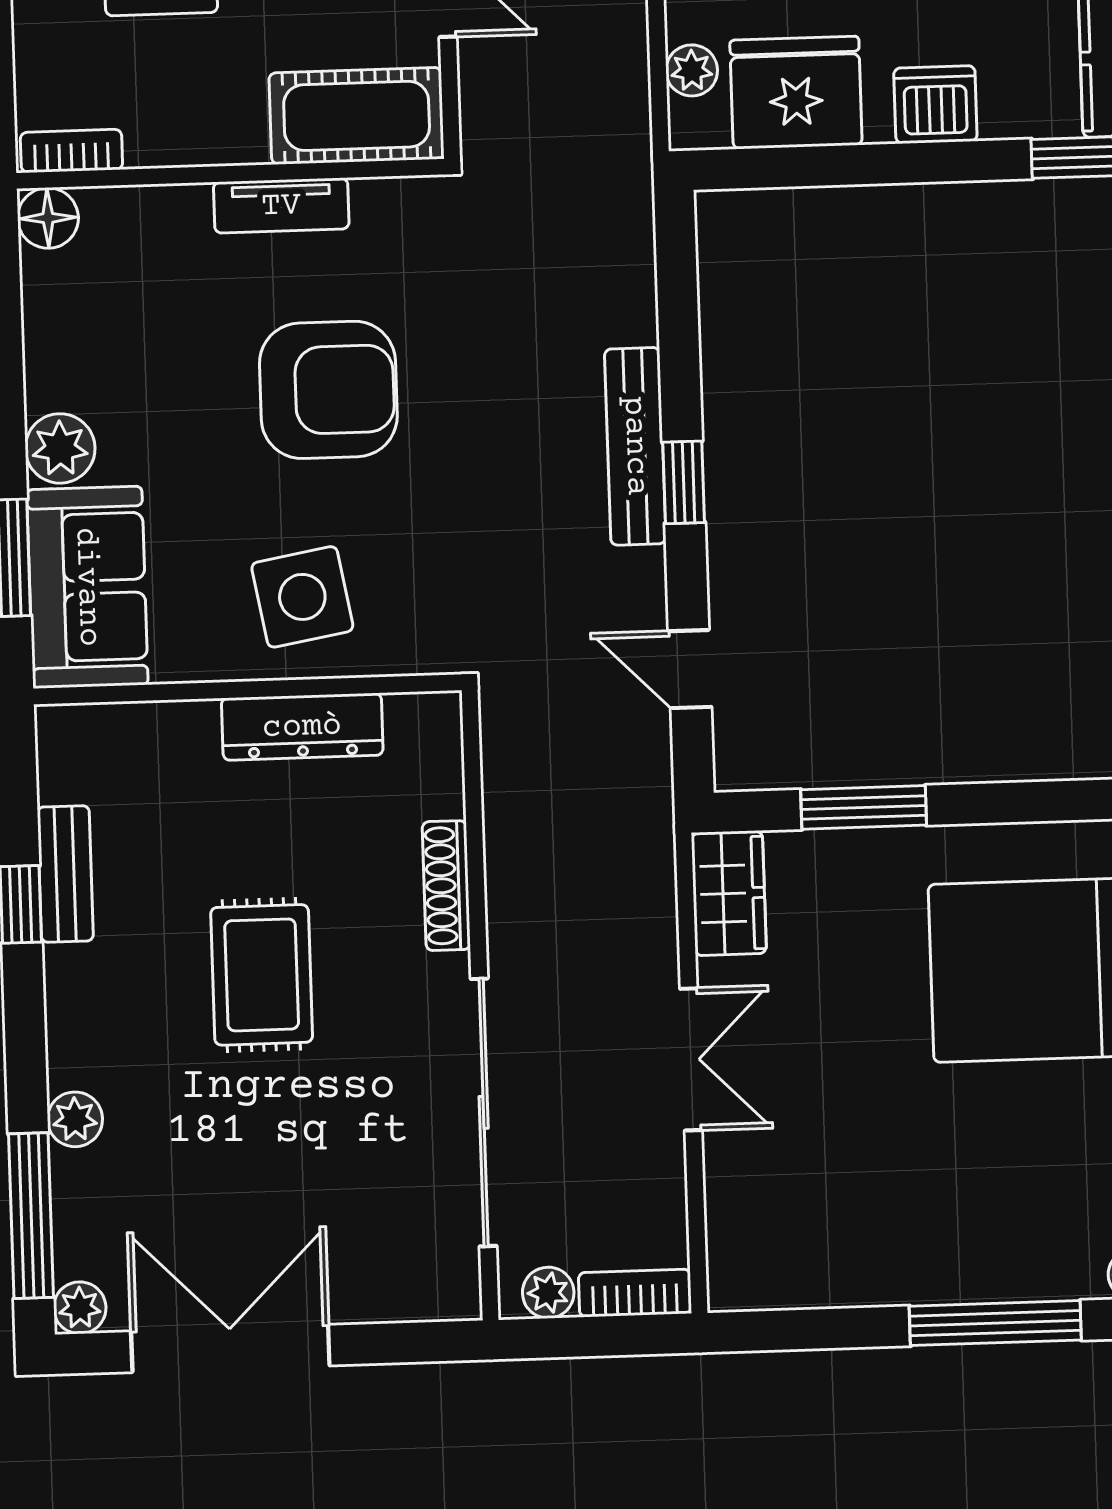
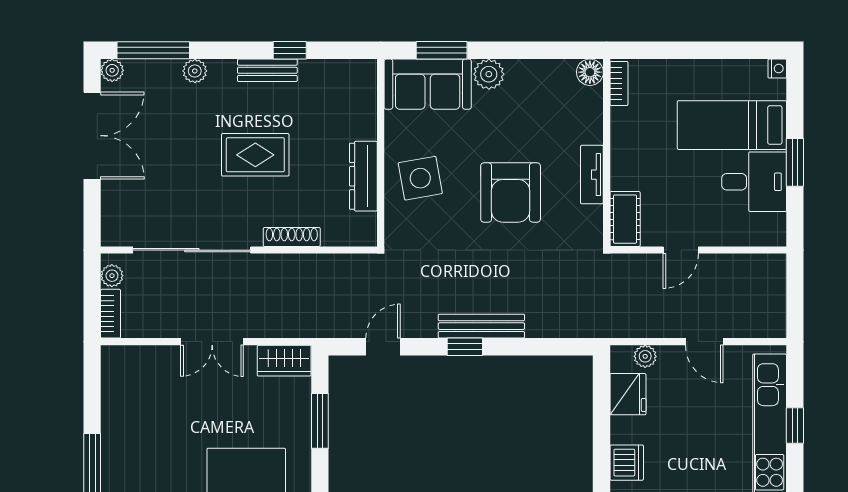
fridge: (796, 93) -> (628, 394), width x0.73, depth x0.75
cot: (357, 116) -> (625, 219), width x0.73, depth x0.75
bench: (65, 874) -> (267, 70), moved

